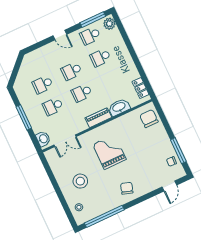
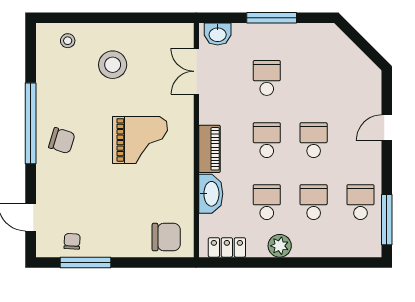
plant: (109, 24) -> (280, 246), moved
door: (60, 35) -> (387, 128), moved
school desk: (43, 85) -> (267, 202), moved
window: (104, 216) -> (31, 123), moved

